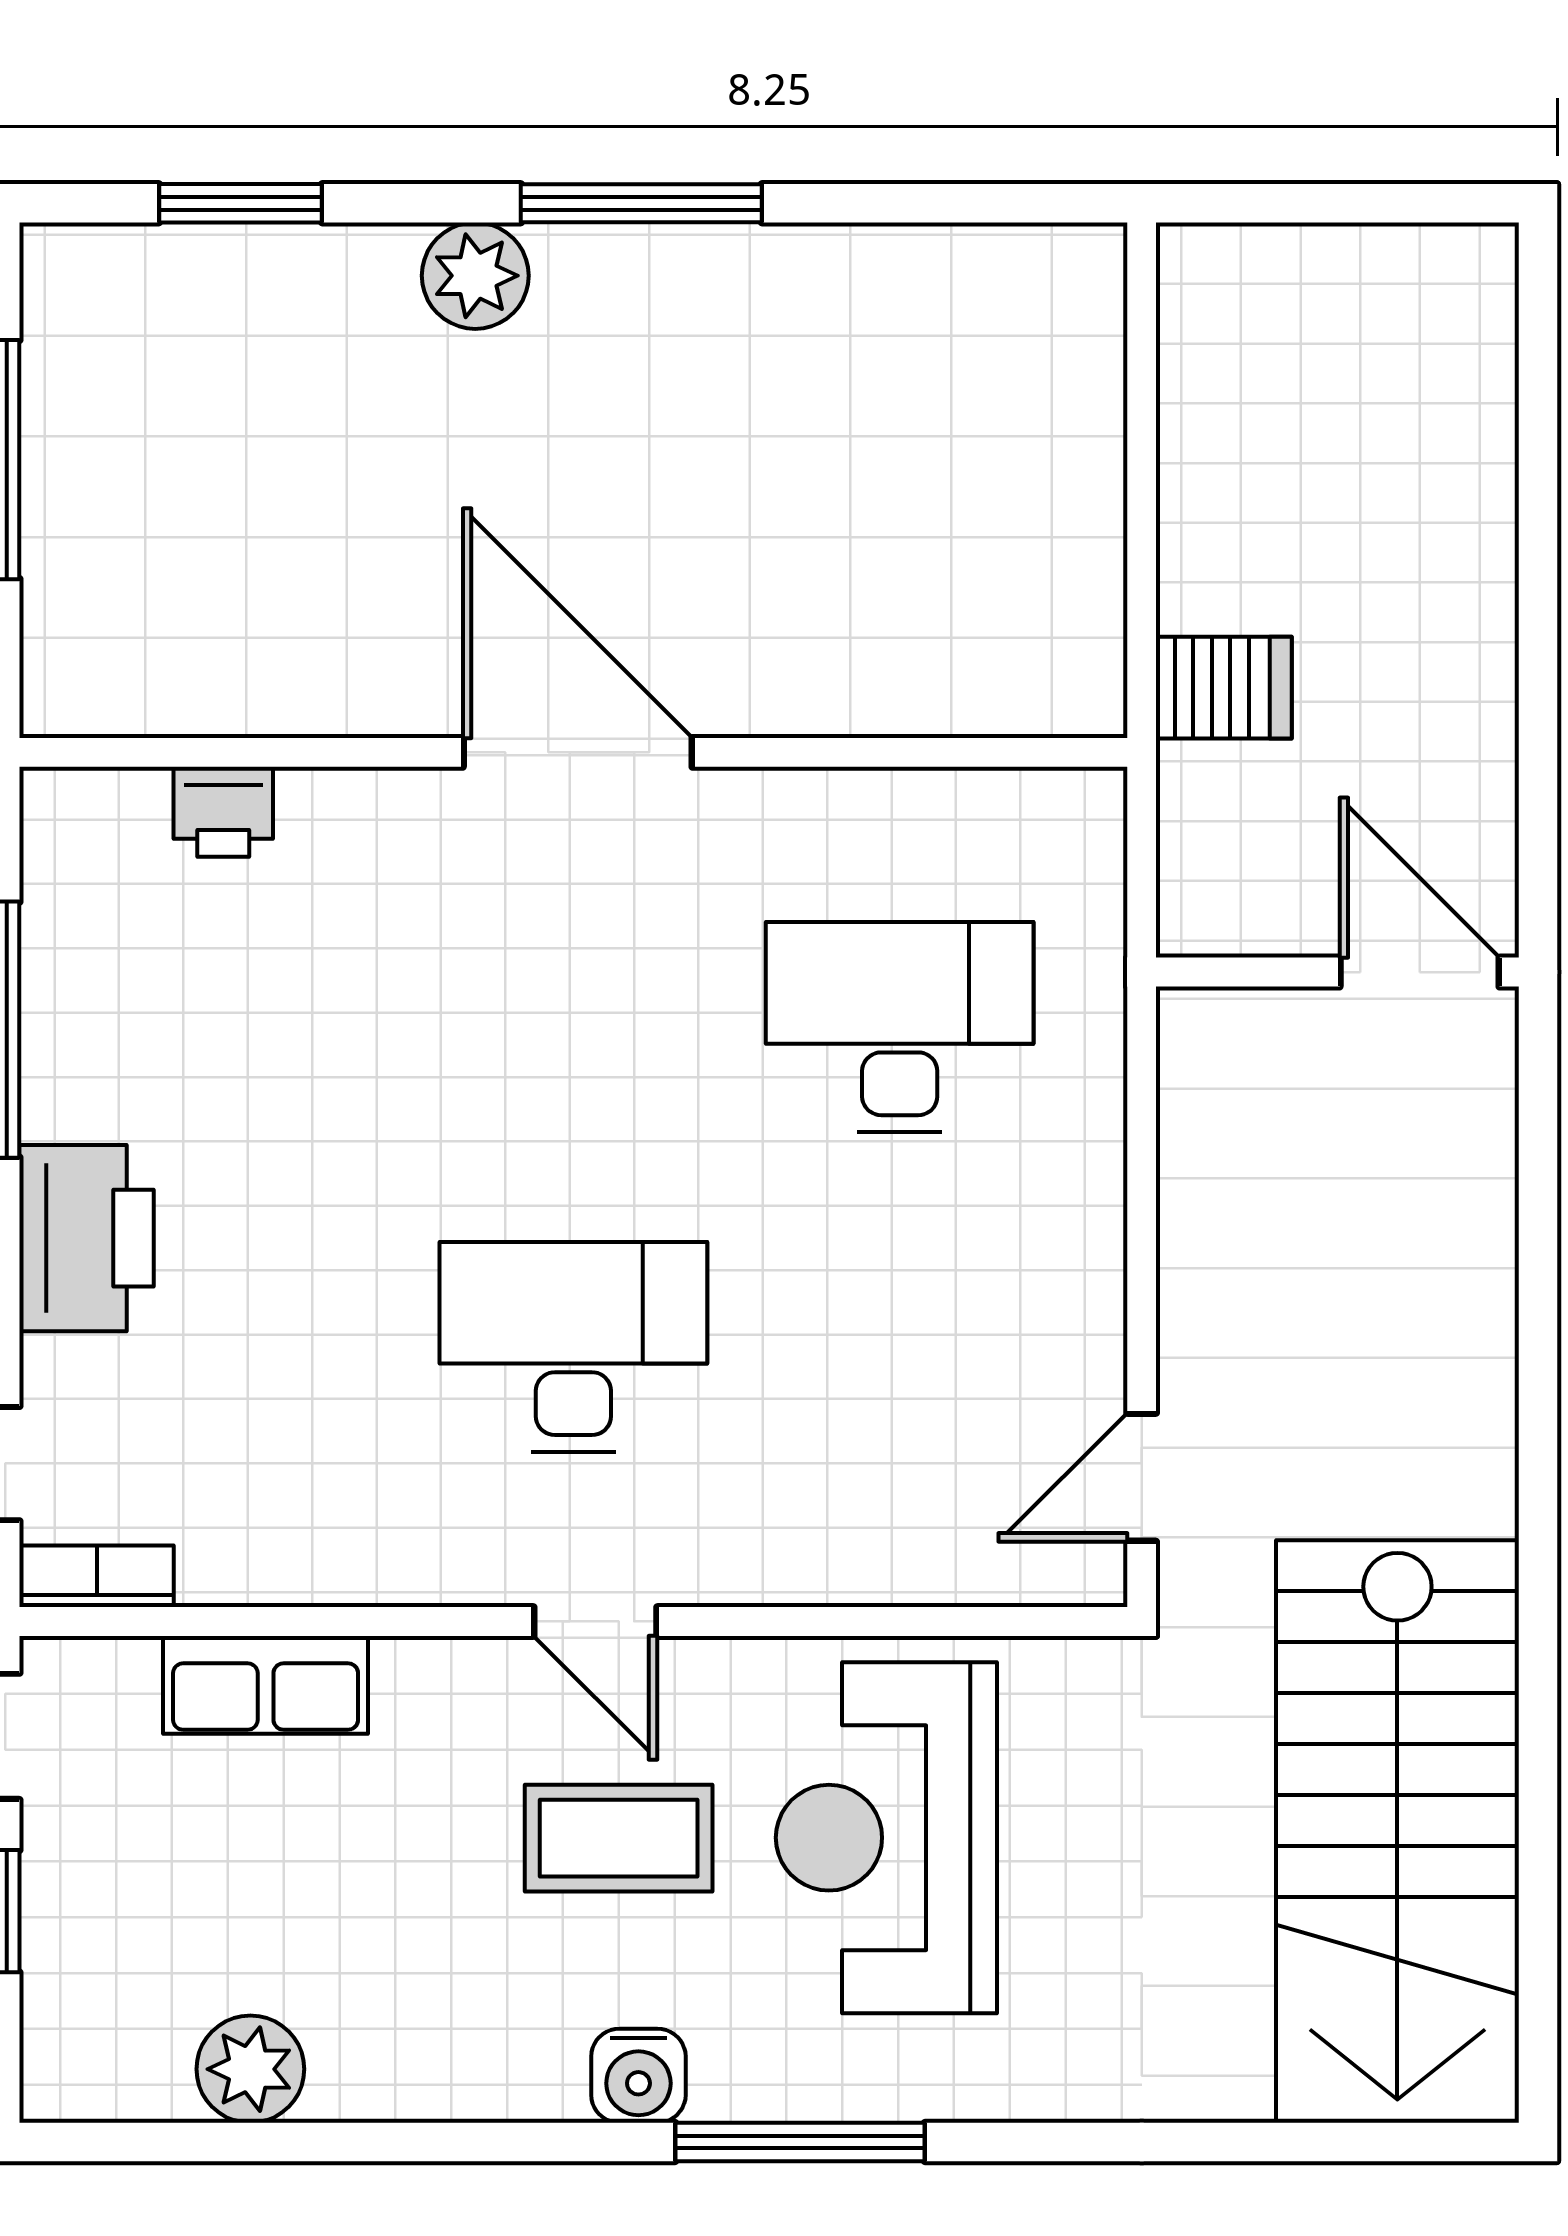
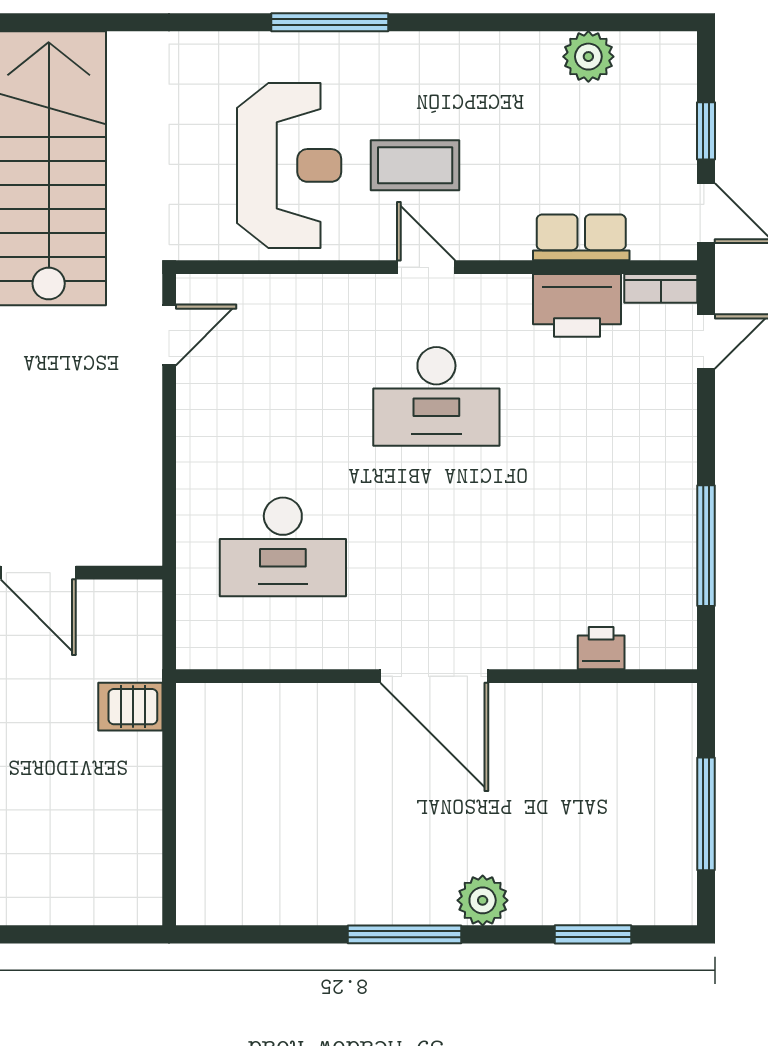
printer: (87, 1238) -> (577, 305), moved, turned -90
water cooler: (638, 2076) -> (406, 53), removed

